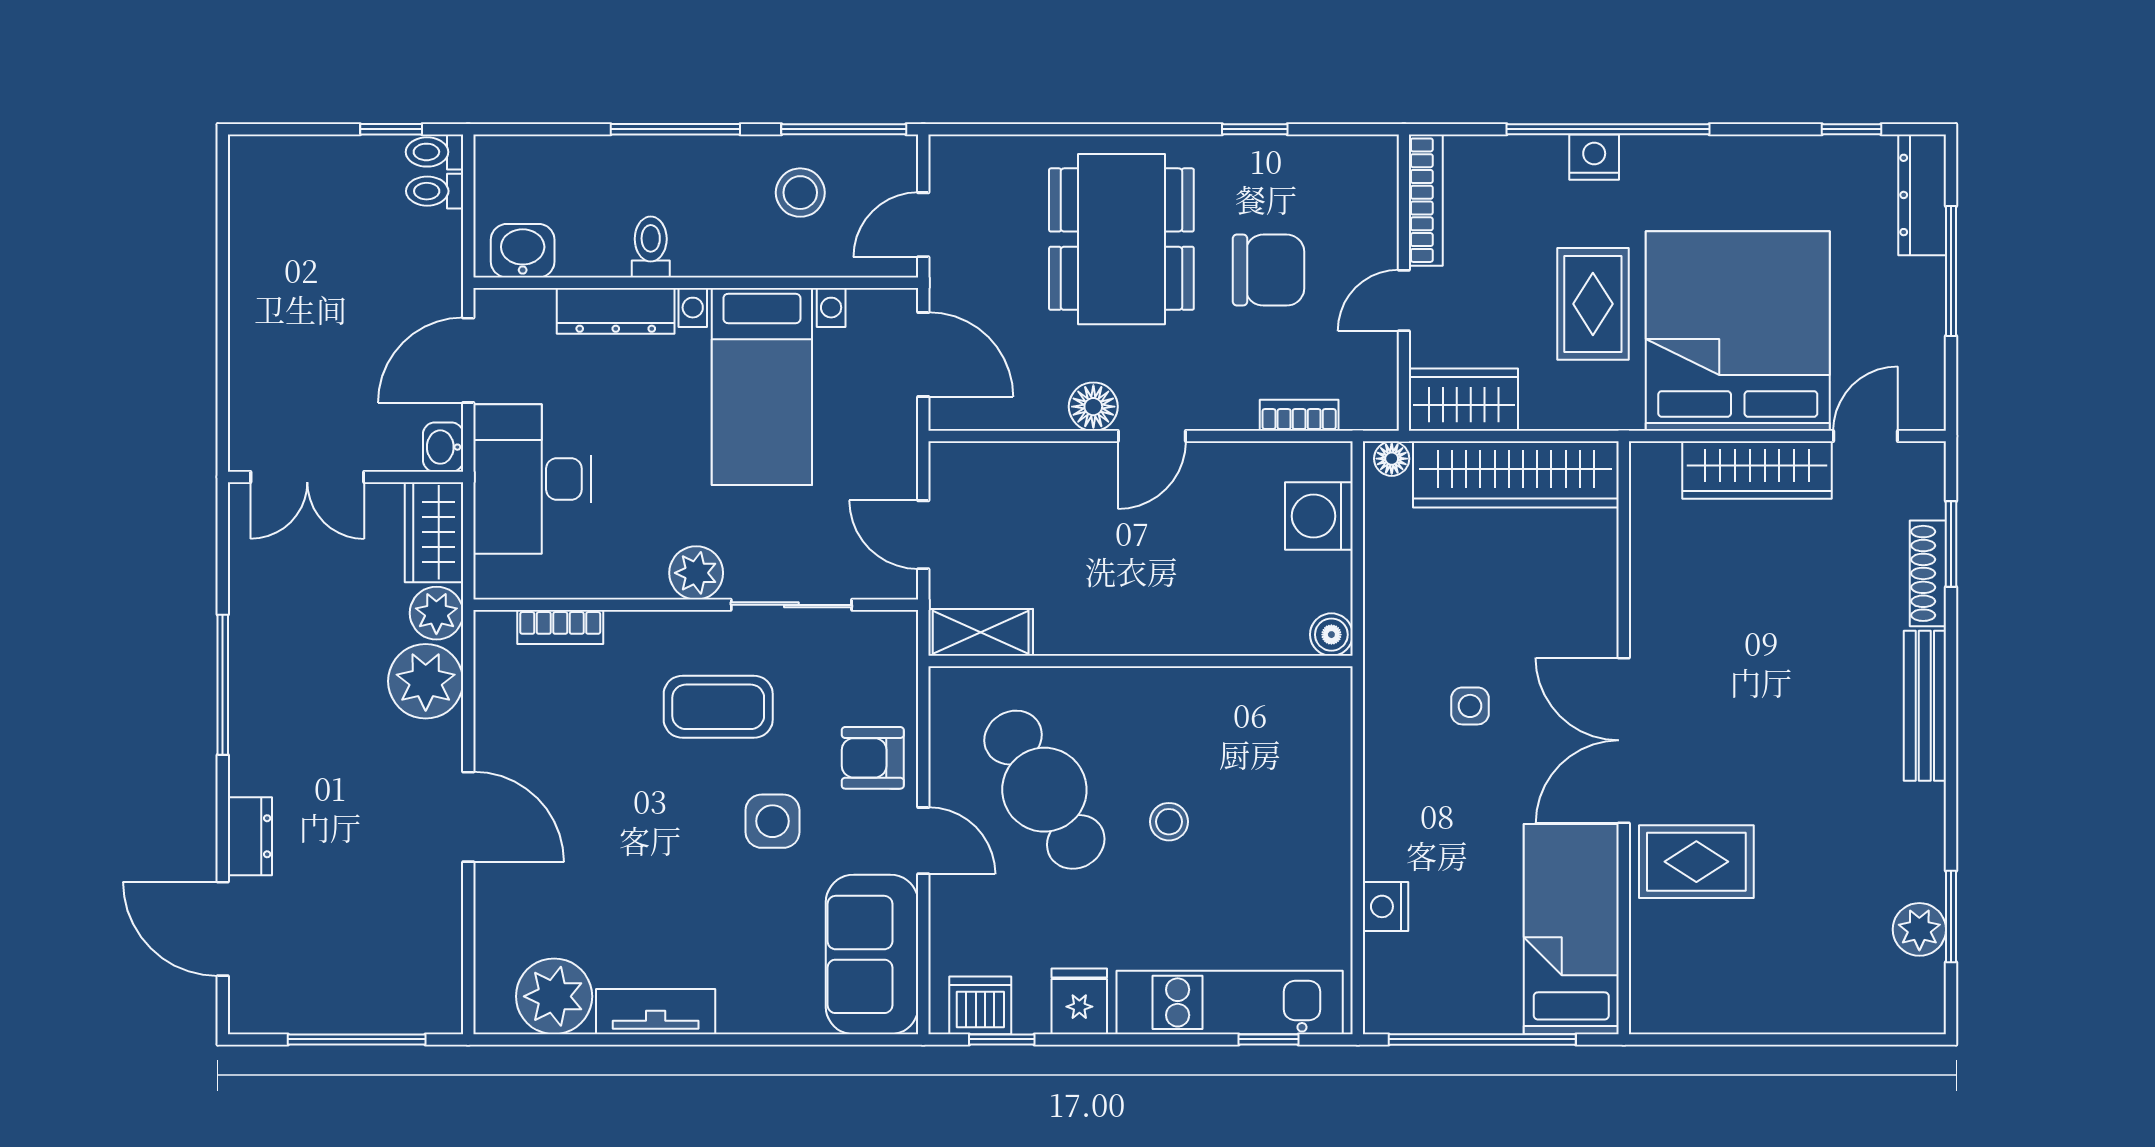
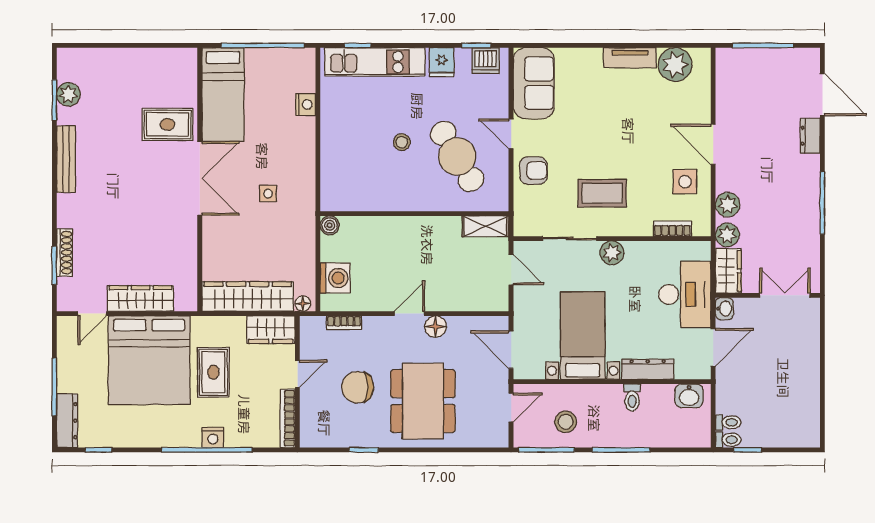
plant: (426, 681) -> (728, 205), width x0.73, depth x0.73
bench: (1925, 706) -> (66, 159), moved
side table: (772, 821) -> (685, 182), moved

